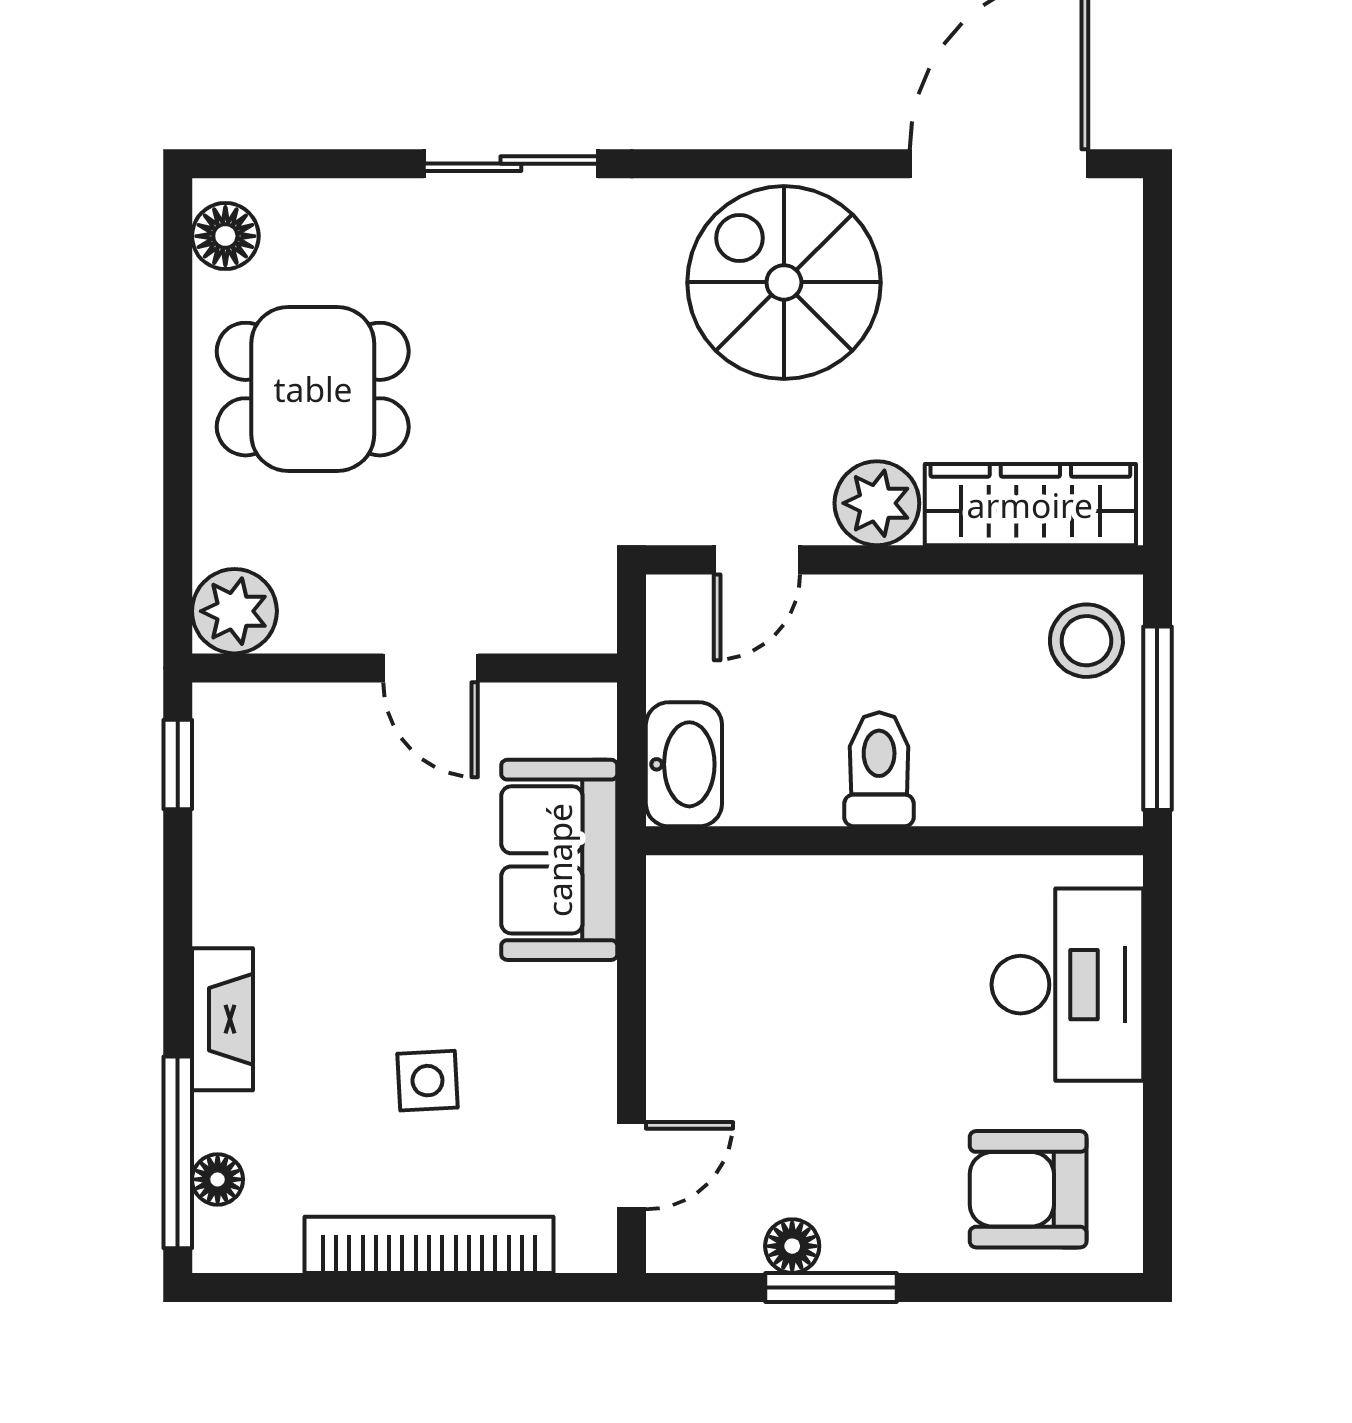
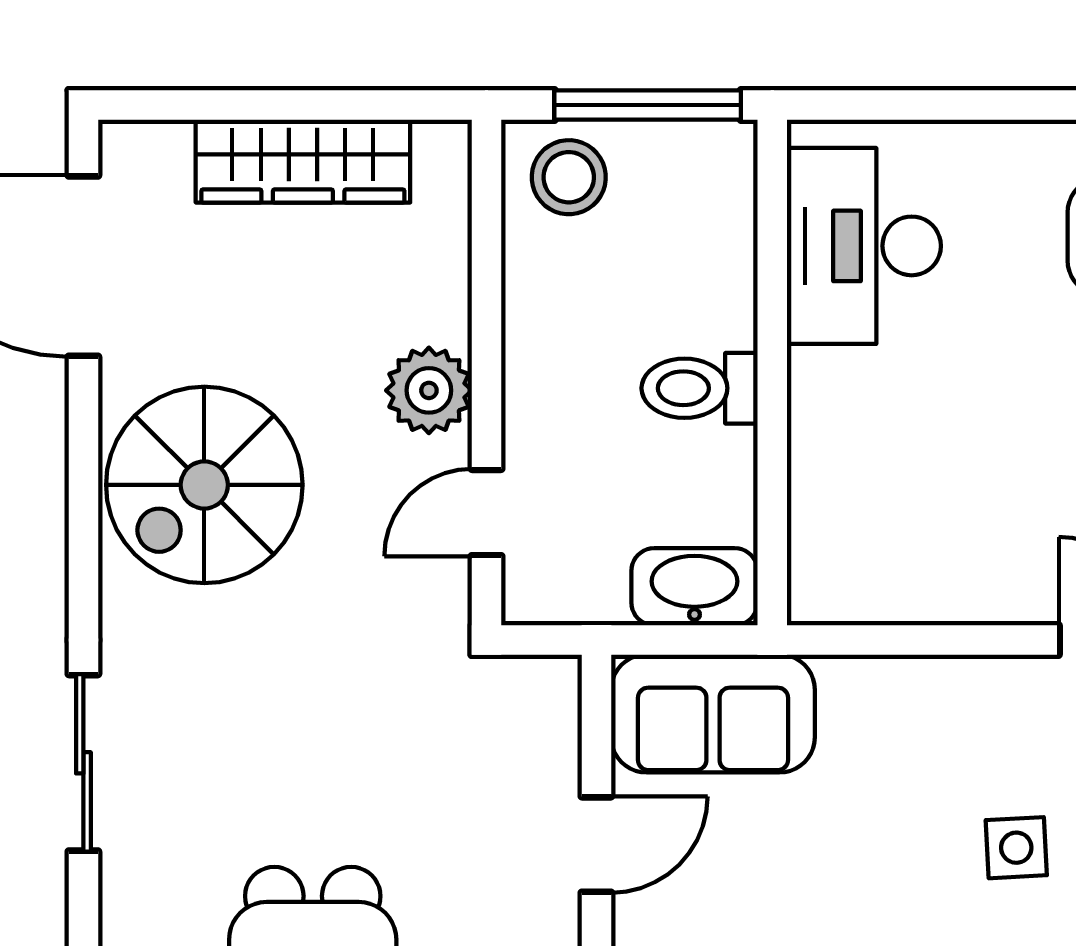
wardrobe: (1030, 505) -> (303, 161), moved, turned -90
door: (757, 560) -> (487, 513), swing flipped
sofa: (559, 860) -> (713, 714), moved
desk: (1067, 985) -> (864, 246), moved, turned -90

